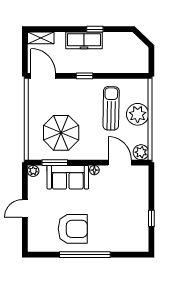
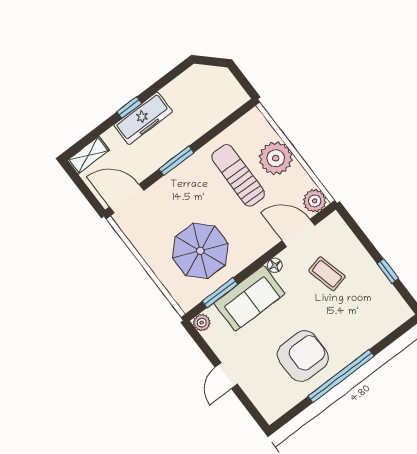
window: (95, 29) -> (129, 107), moved
window: (84, 76) -> (176, 161), width x1.50
coffee table: (118, 195) -> (327, 274), added

